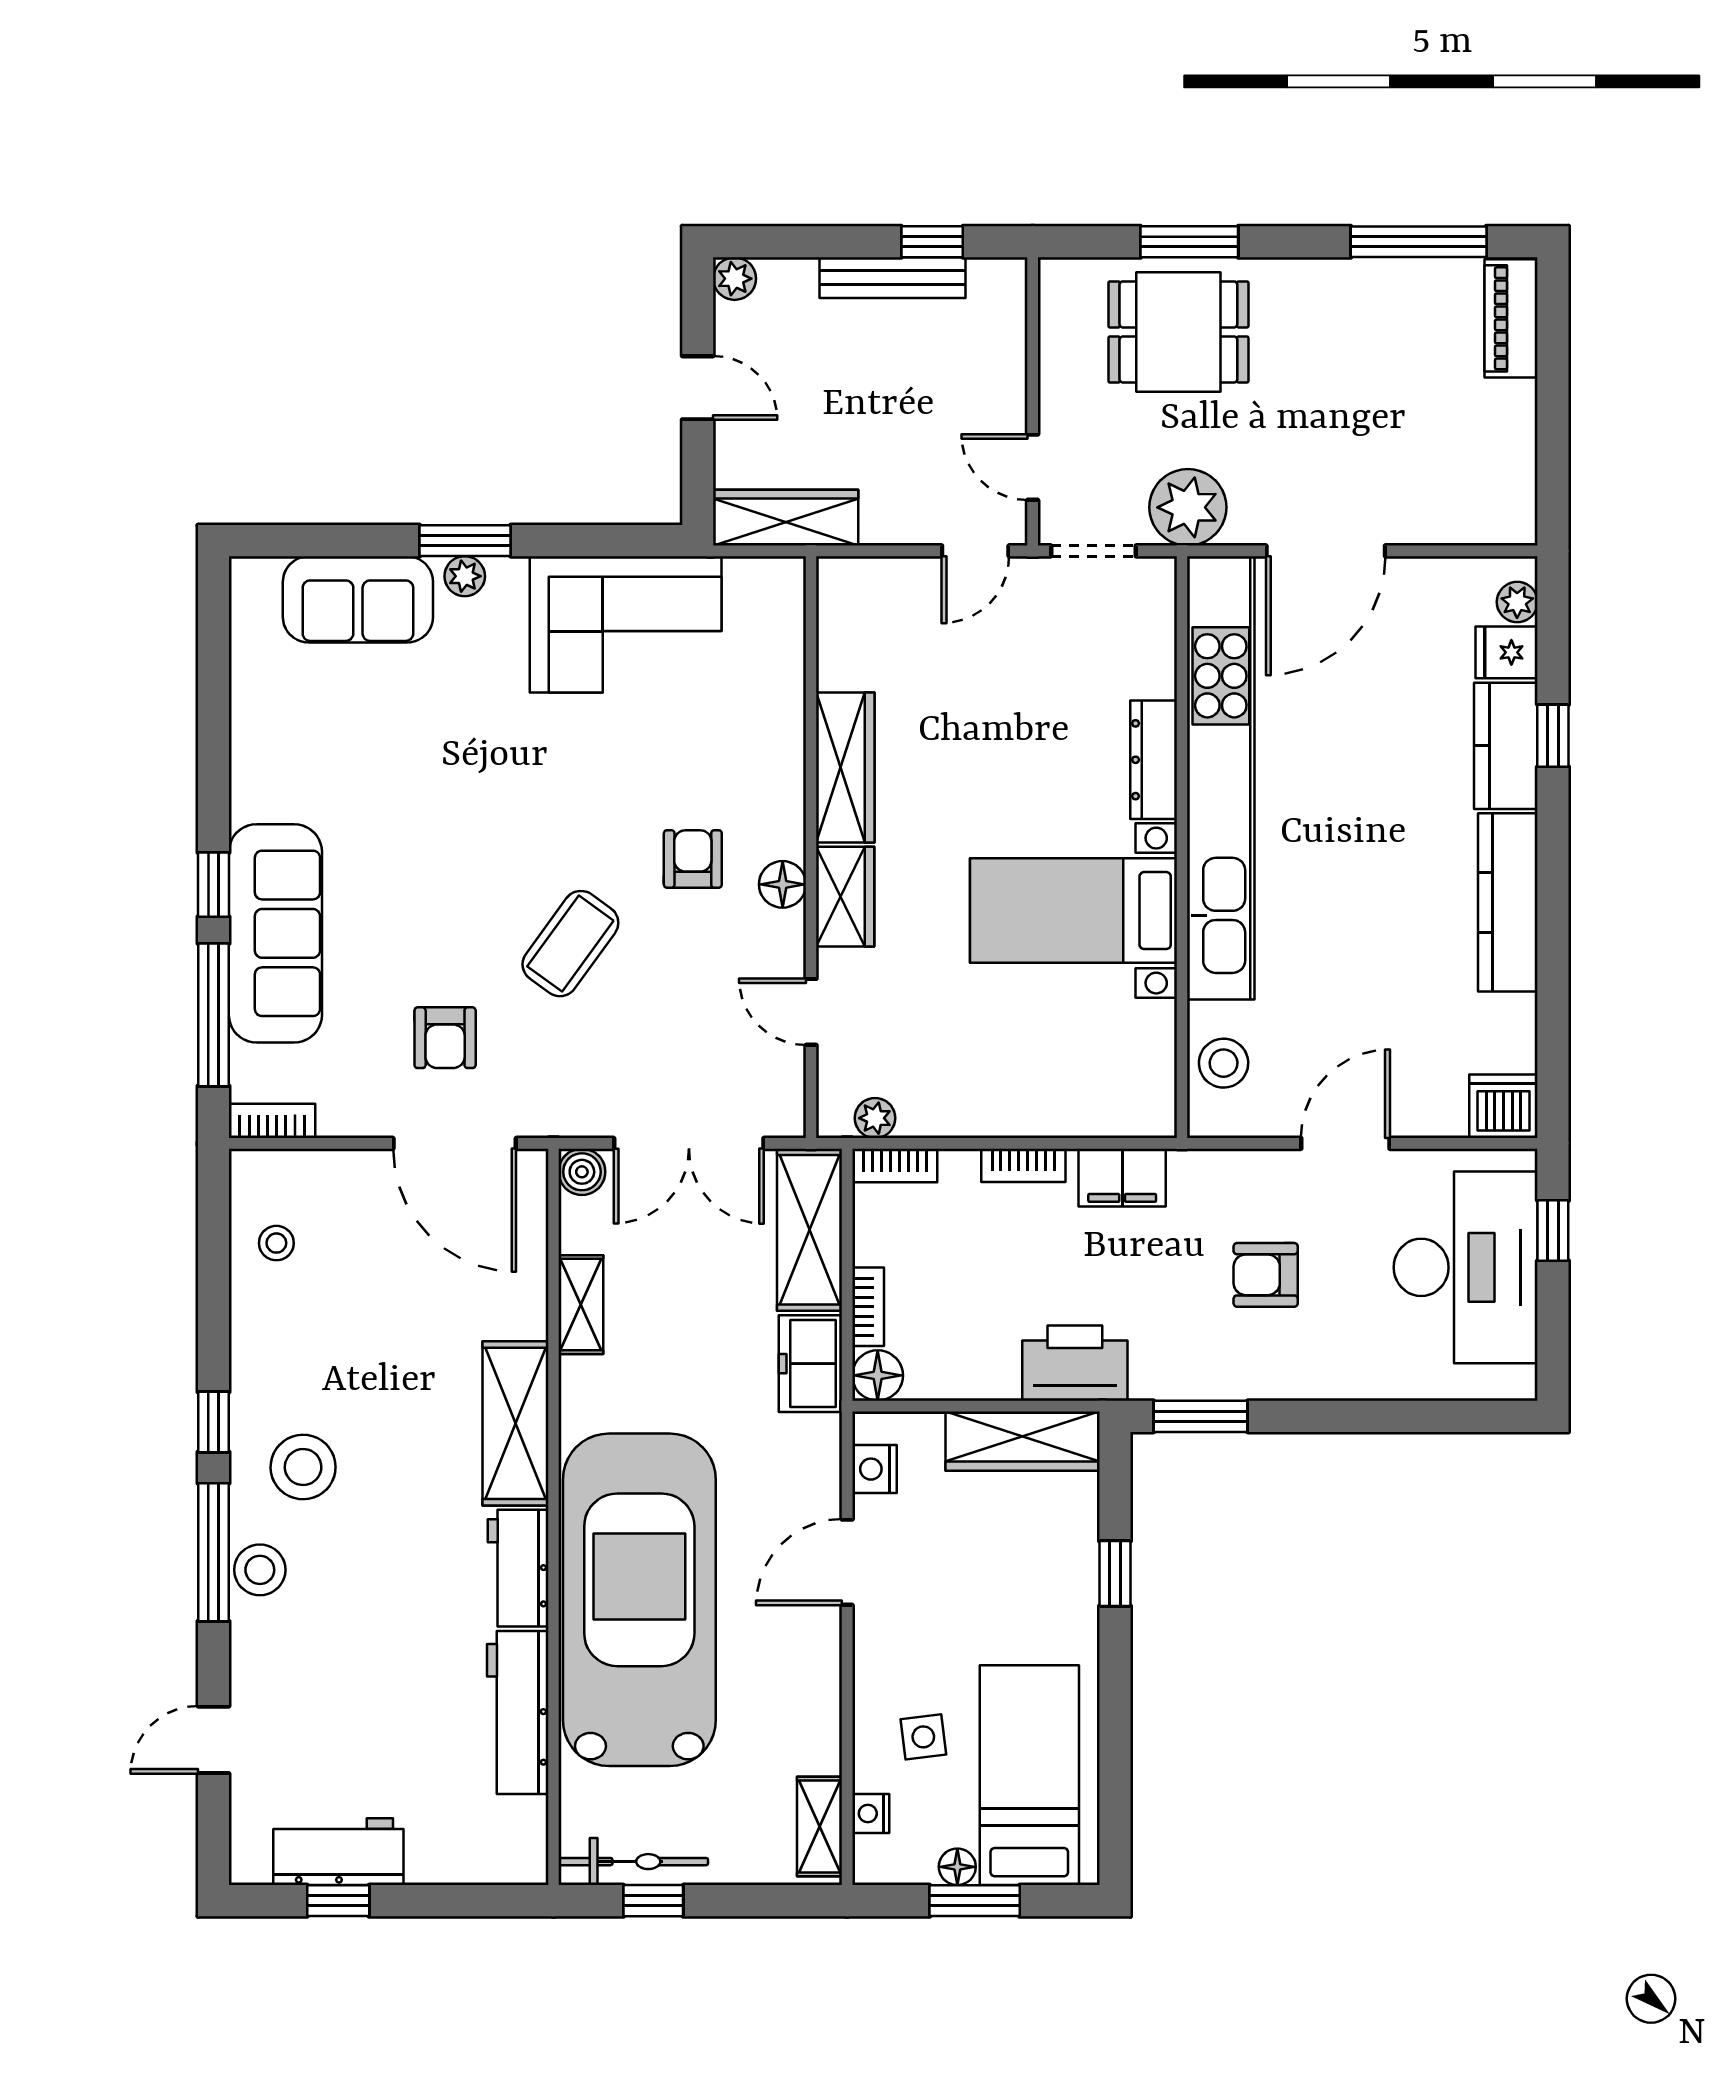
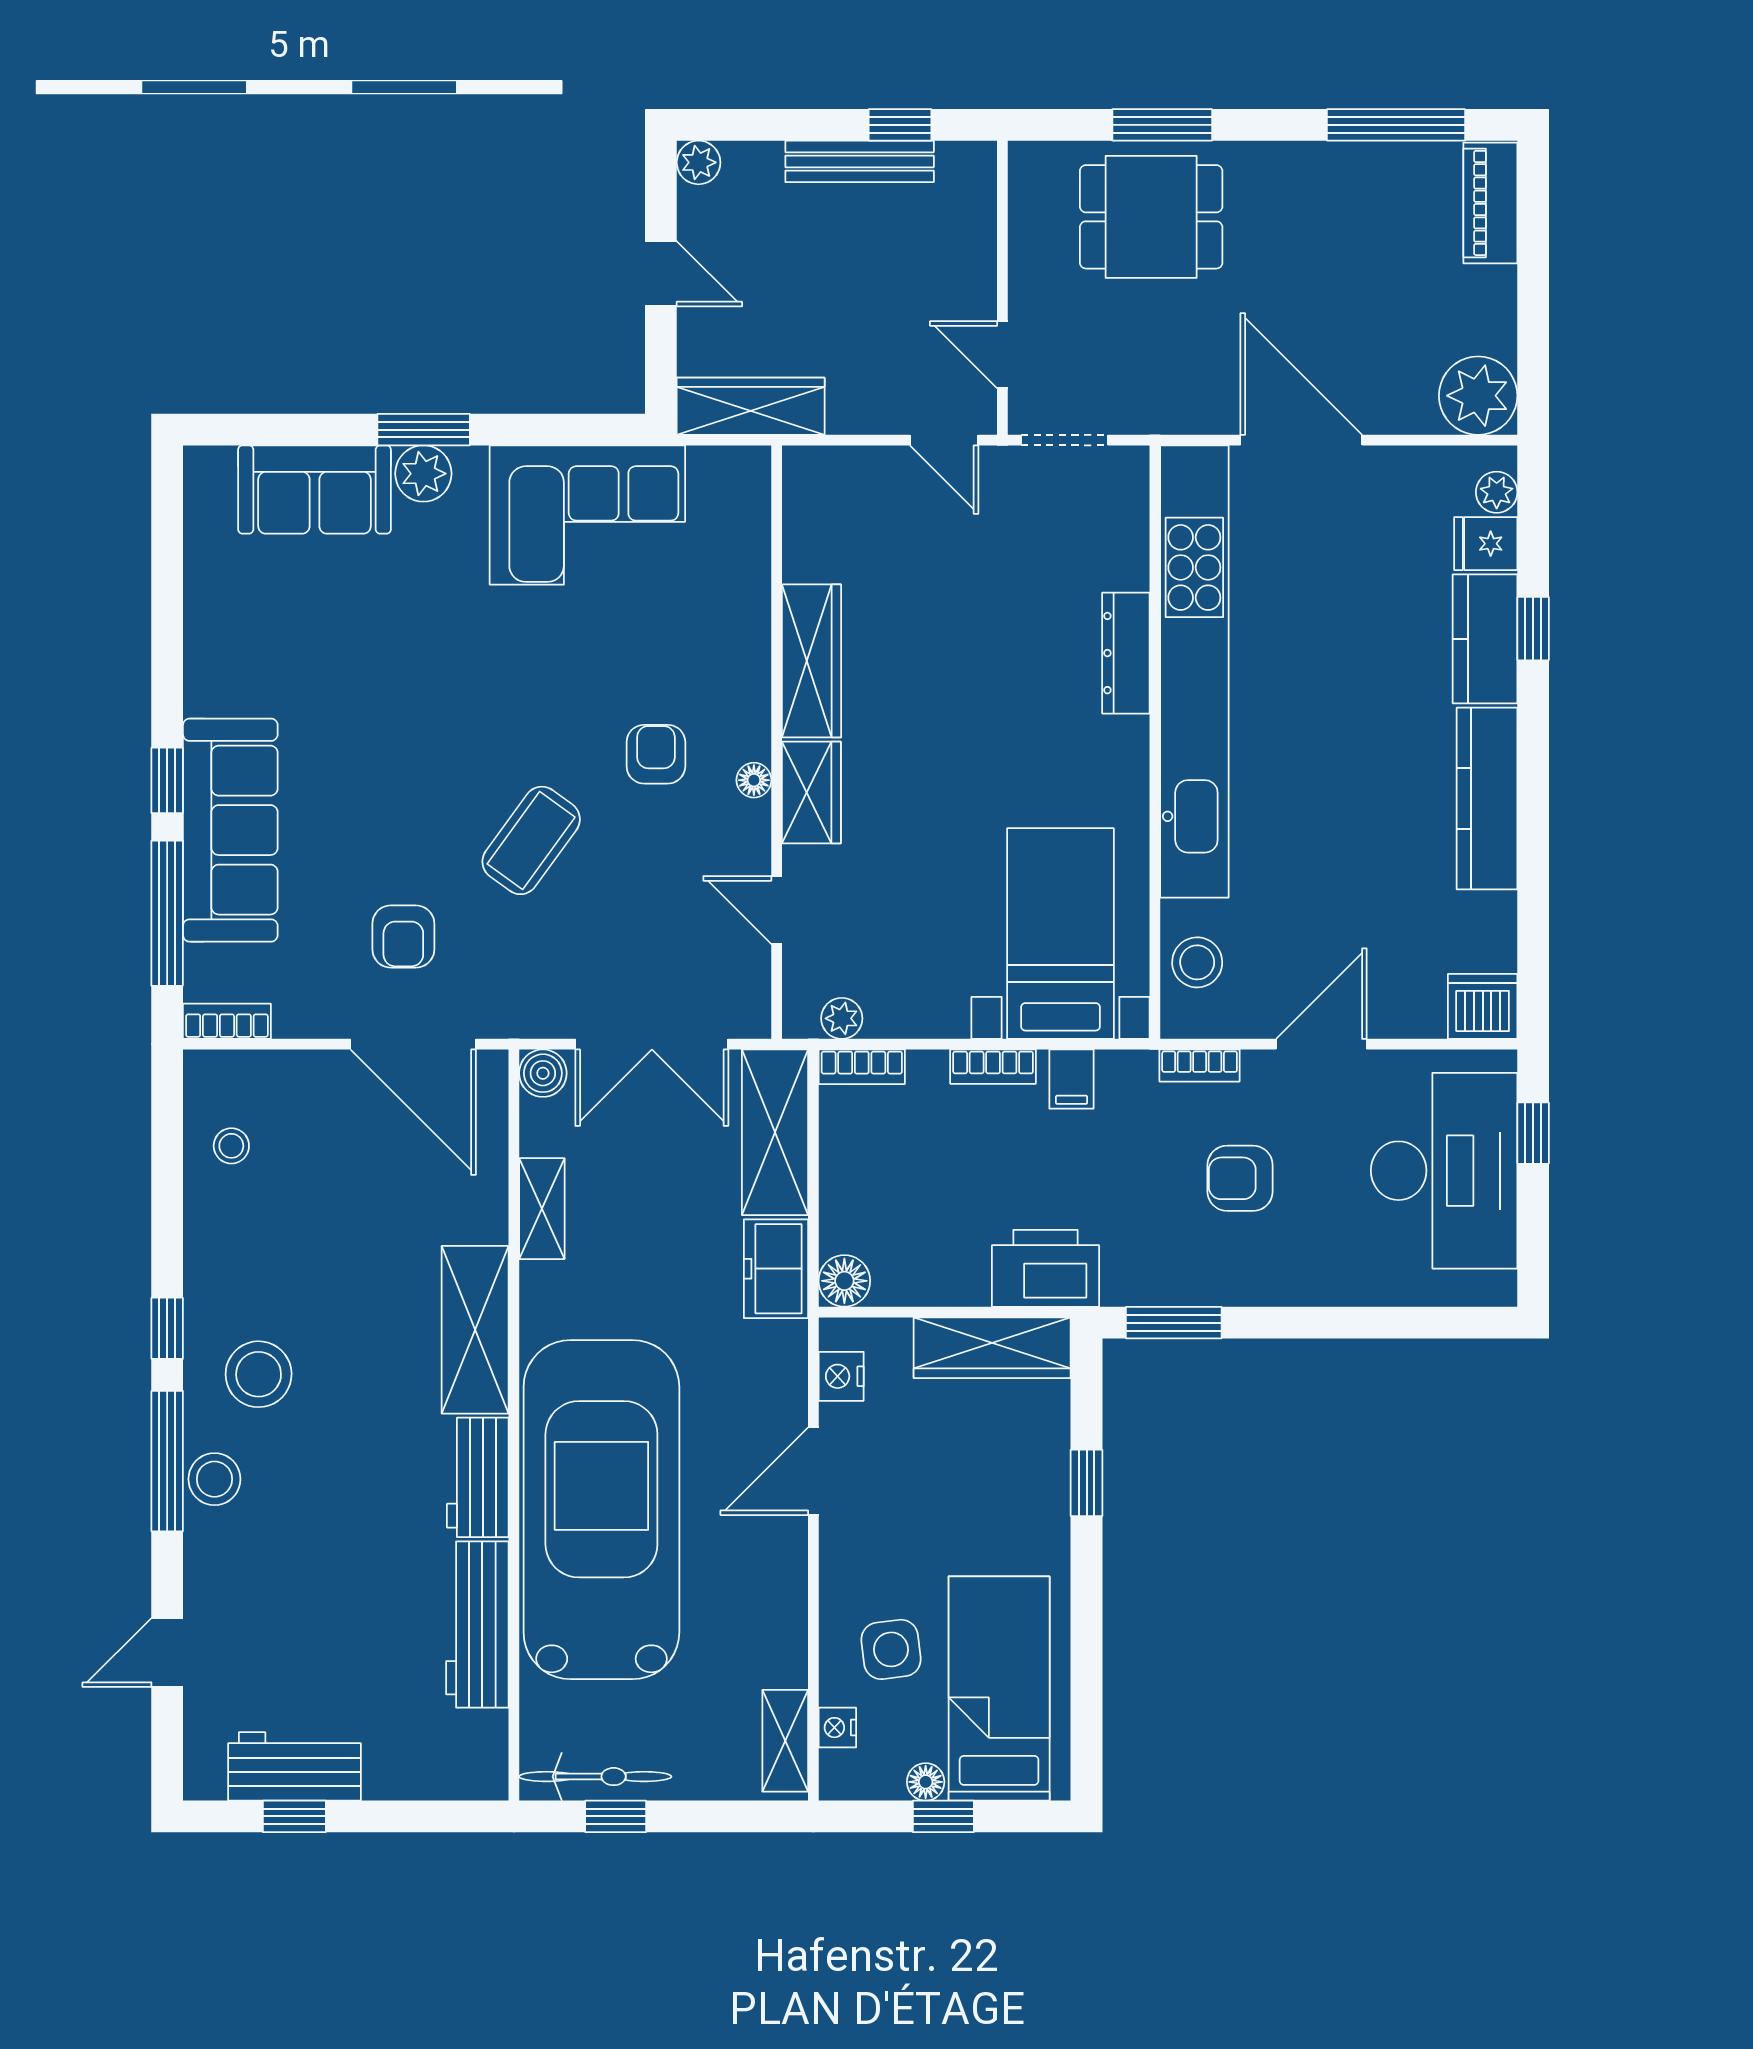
plant: (1188, 507) -> (1478, 396), moved
door: (975, 551) -> (944, 440), hinge flipped
door: (1326, 551) -> (1301, 440), swing flipped
plant: (465, 576) -> (423, 474), width x1.38, depth x1.38
floor lamp: (783, 884) -> (754, 780), width x0.73, depth x0.73
bed with nightstands: (1074, 911) -> (1060, 934), moved, turned 90
filing cabinet: (1122, 1178) -> (1072, 1079), width x0.50
bookcase: (868, 1307) -> (1200, 1066), moved, turned 90
side table: (923, 1737) -> (891, 1649), width x1.37, depth x1.37
window: (975, 1901) -> (943, 1816), width x0.67

